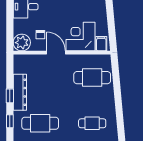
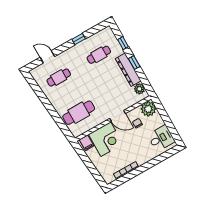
plant: (19, 67) -> (139, 89), added
cafe table: (40, 123) -> (99, 55), width x0.73, depth x0.74

